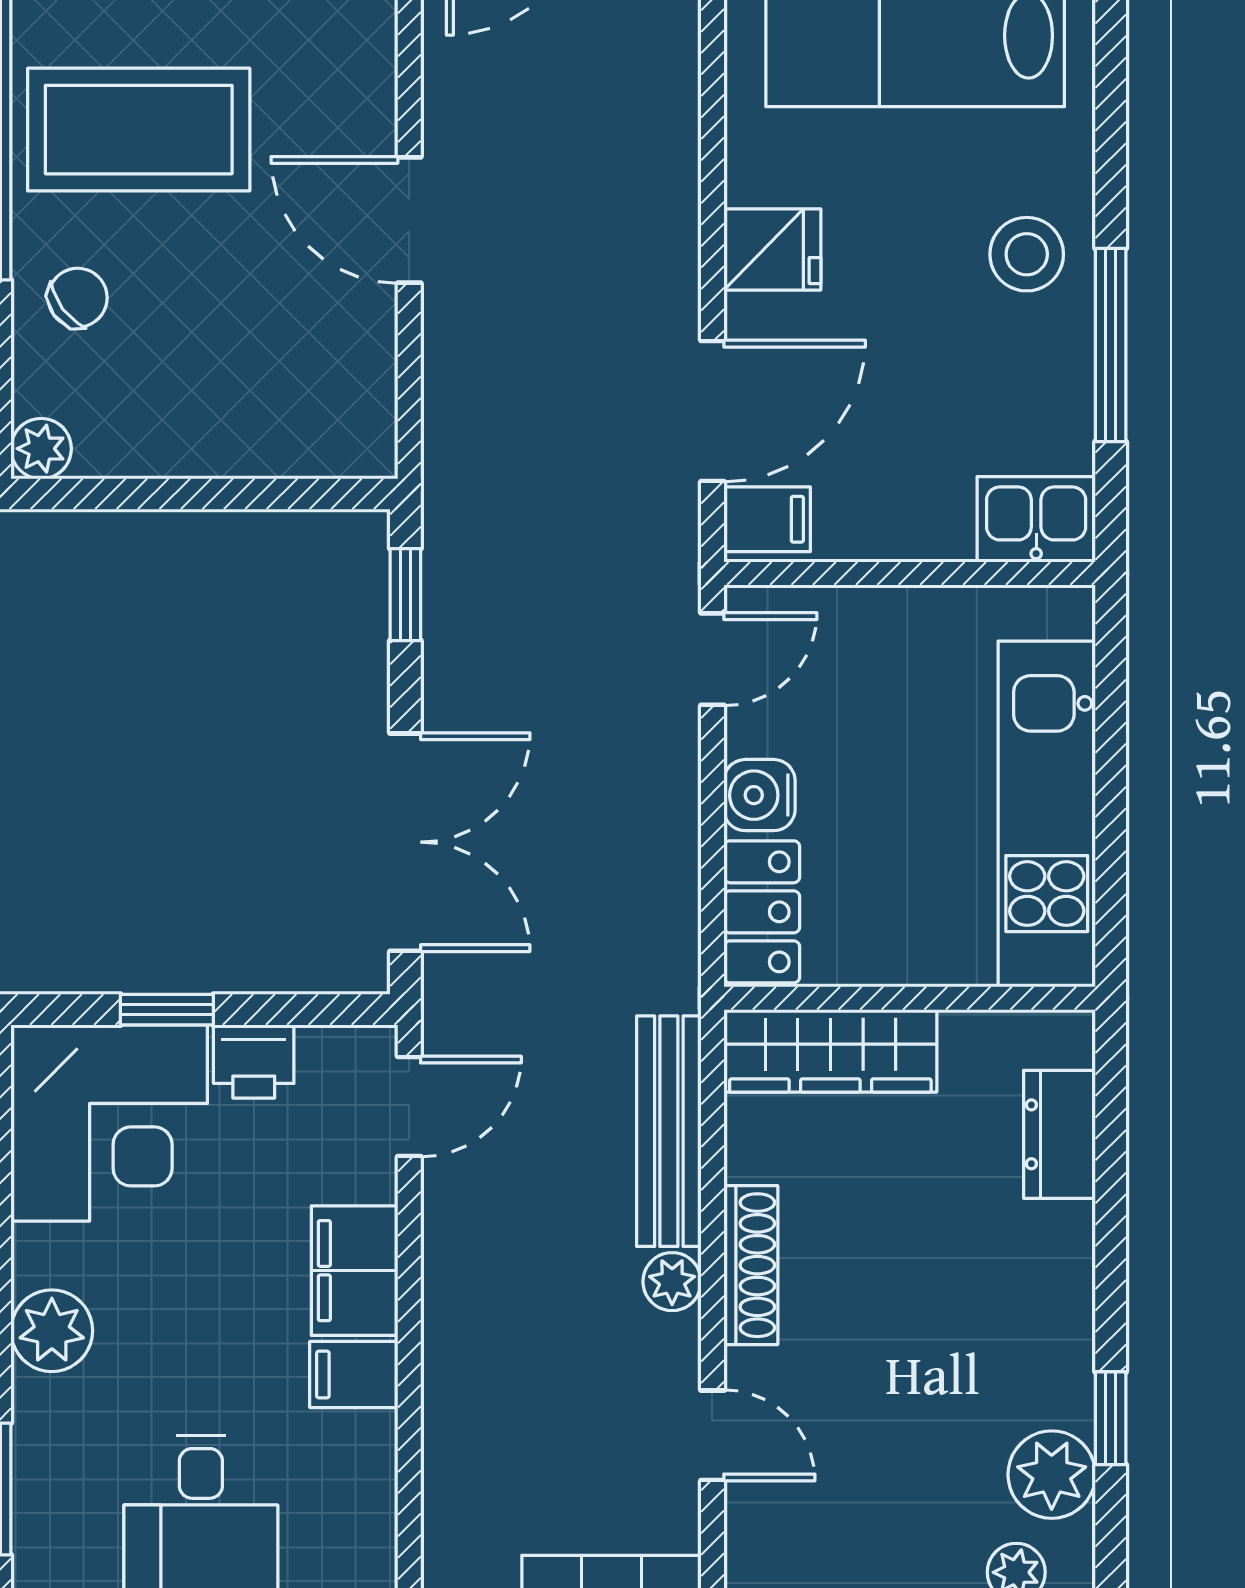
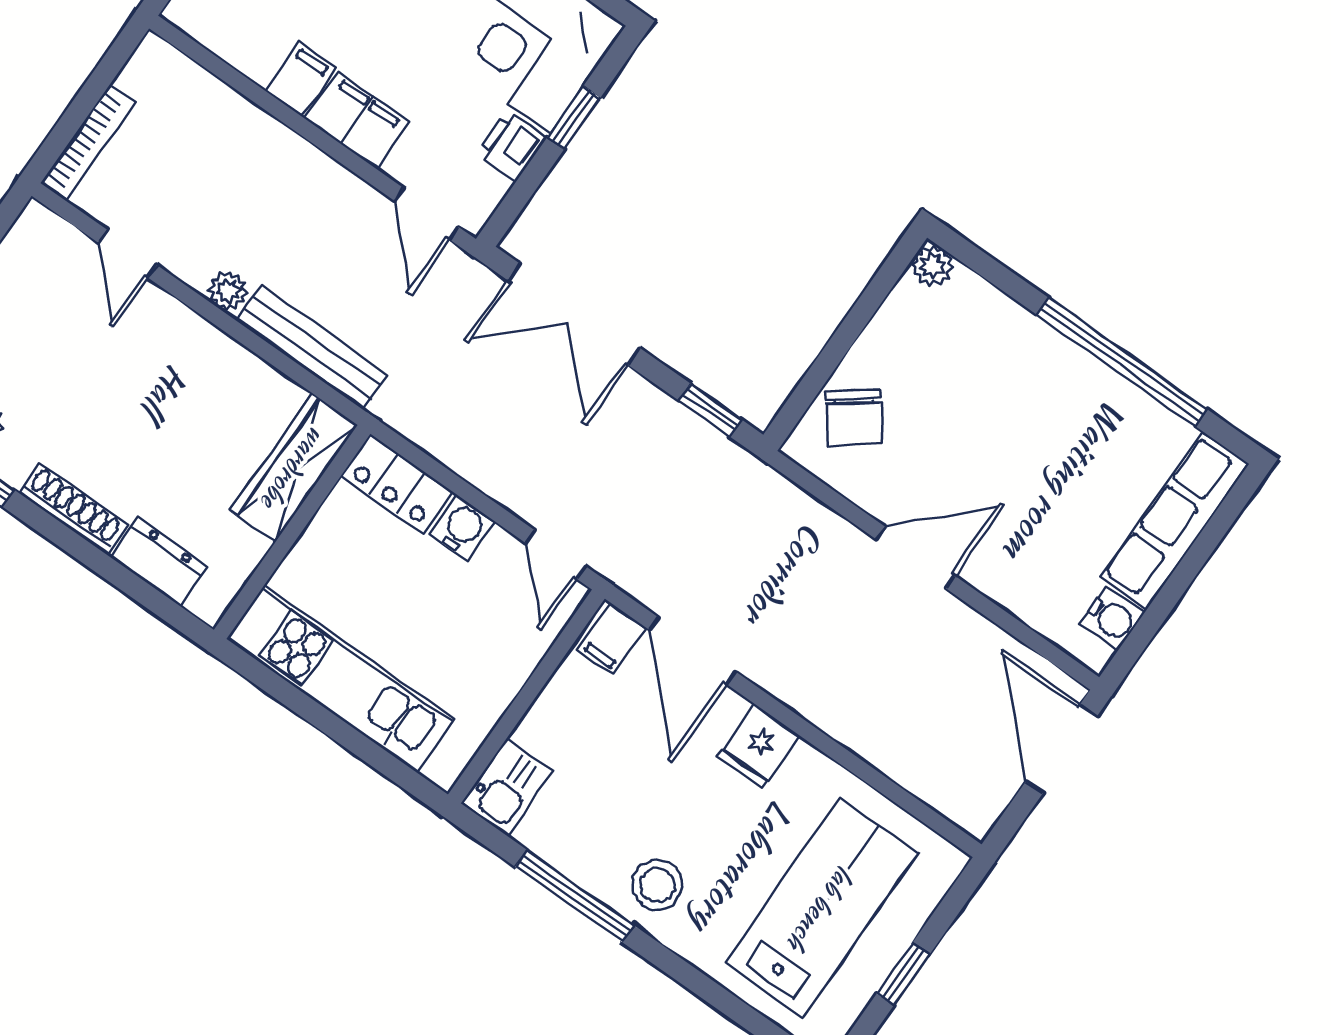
coffee table: (139, 130) -> (1070, 443), removed
chair: (78, 298) -> (854, 418), moved, width x1.37, depth x1.37
shoe rack: (751, 1265) -> (73, 509), moved, turned 180
door: (712, 1435) -> (127, 254), hinge flipped

